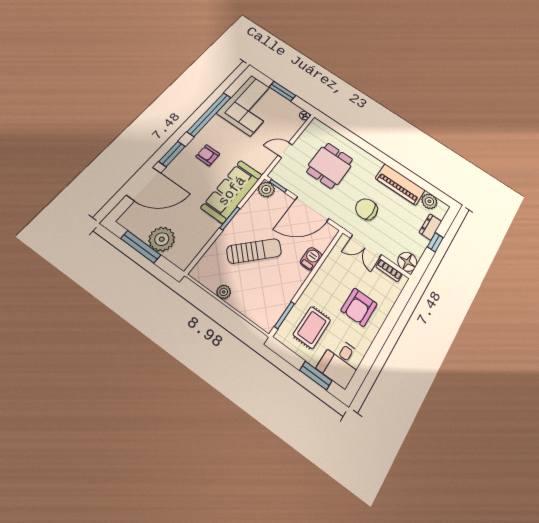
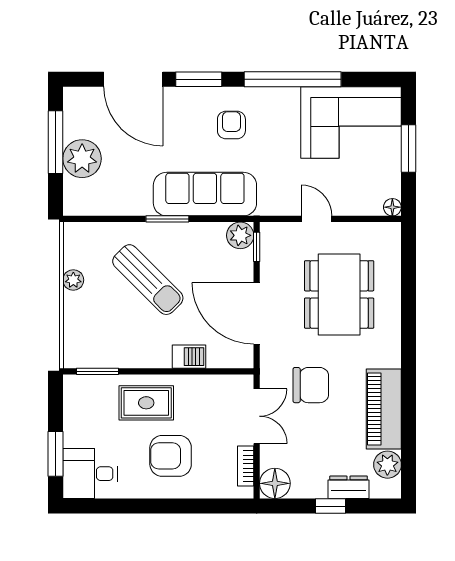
dining table: (330, 166) -> (339, 294), width x1.37
chair: (367, 209) -> (311, 385), turned 90
double door: (366, 246) -> (257, 416), swing flipped
rug: (312, 327) -> (146, 403), moved

